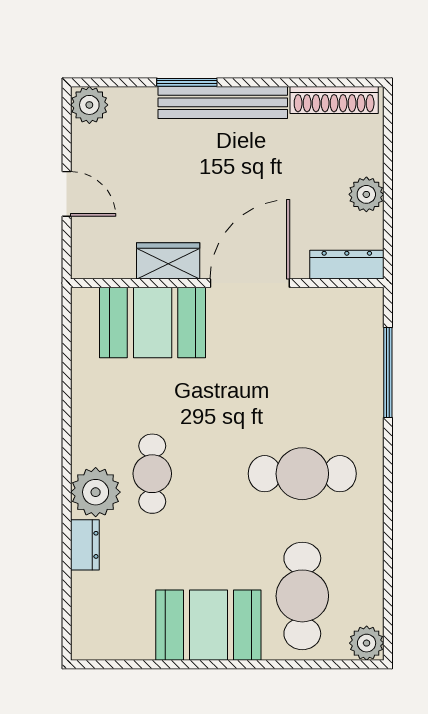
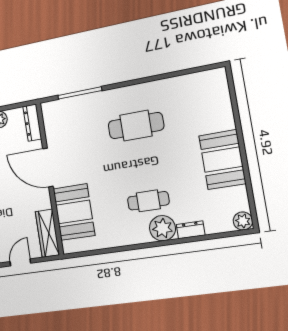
wardrobe: (168, 261) -> (47, 233), moved, width x1.50
cafe table: (302, 474) -> (136, 126), turned 90
cafe table: (302, 596) -> (199, 114), removed
plant: (367, 643) -> (243, 221), moved

